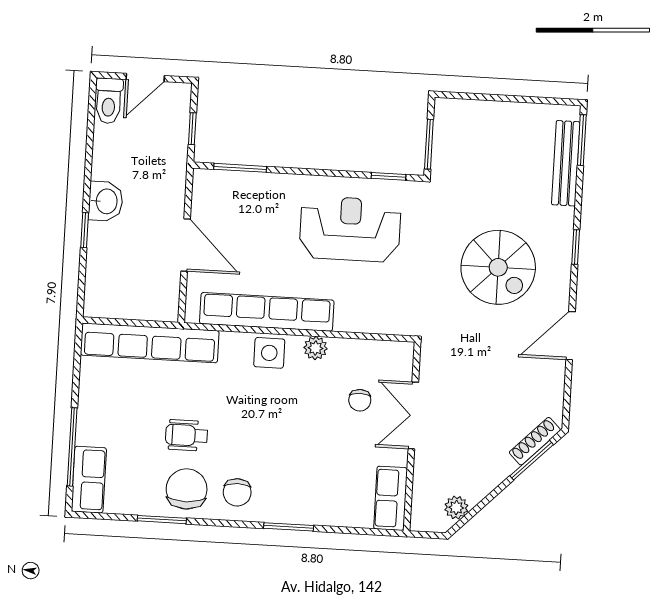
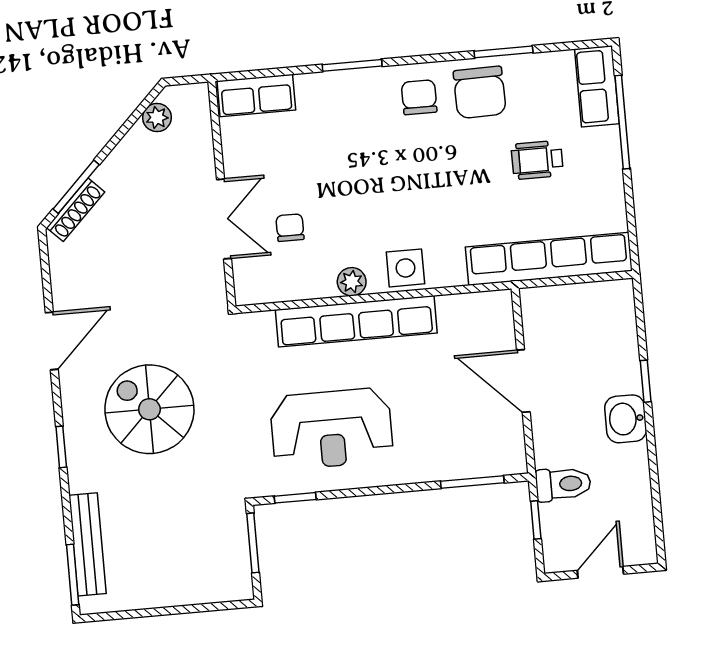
toilet: (109, 101) -> (563, 484), moved, turned 90
row of seats: (267, 312) -> (356, 321), moved
wheelchair: (187, 435) -> (537, 160), moved, turned 180
row of seats: (391, 498) -> (256, 95), moved, turned 90

